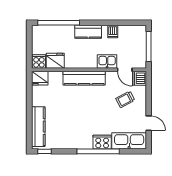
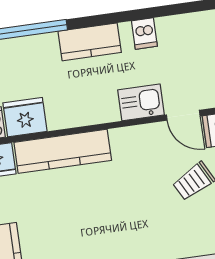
kitchen counter: (84, 78) -> (63, 151), moved

